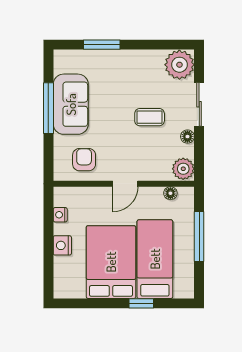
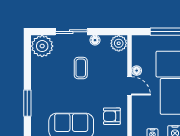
floor lamp: (170, 193) -> (137, 71), moved

